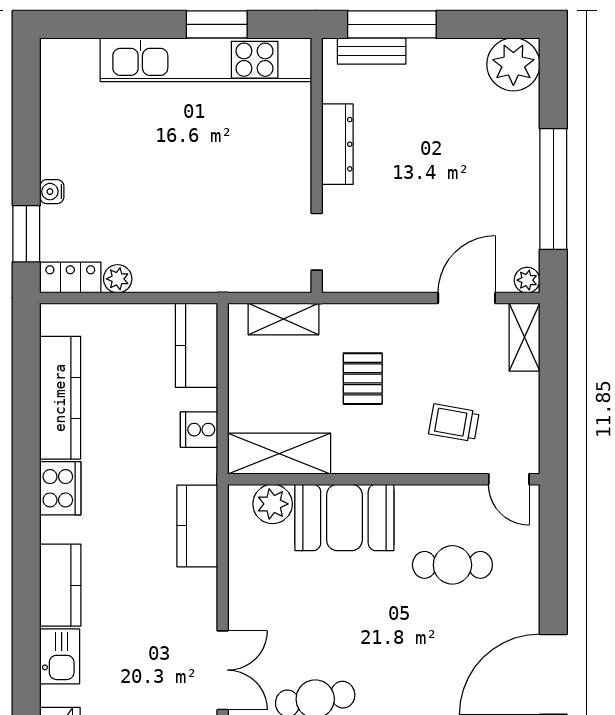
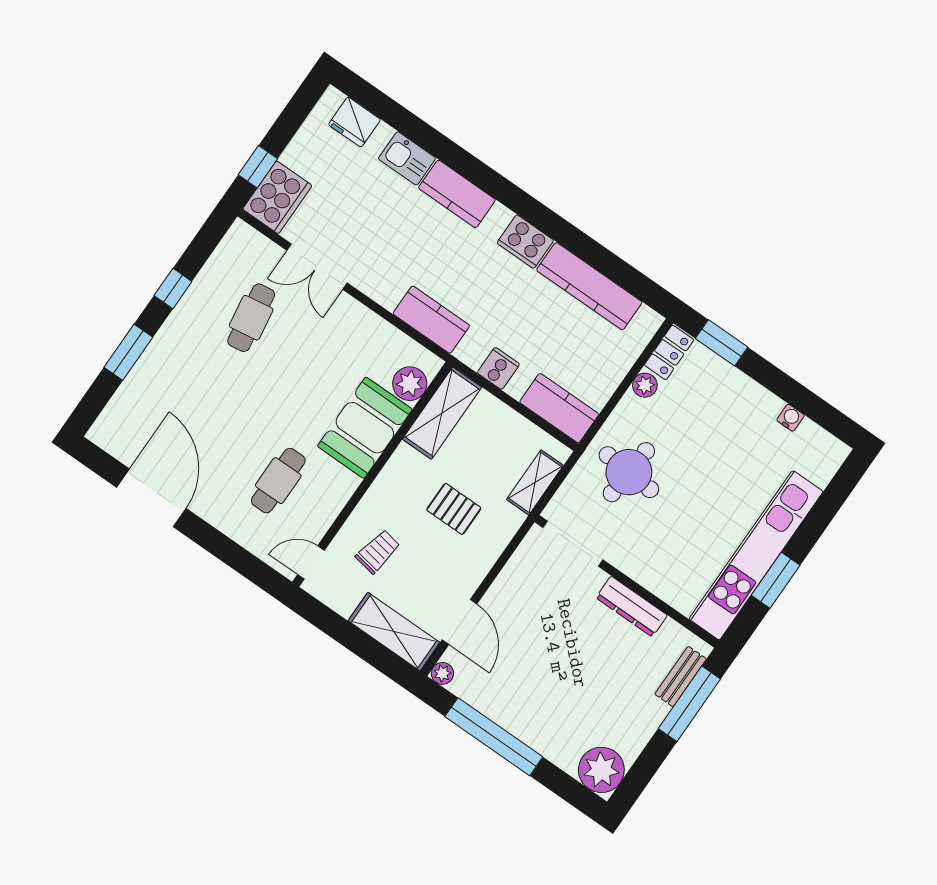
water cooler: (52, 192) -> (791, 418), moved
round table: (211, 236) -> (629, 472), added
doorway: (317, 242) -> (573, 544), width x1.38
shelving: (525, 337) -> (394, 632), width x1.50, depth x1.33

